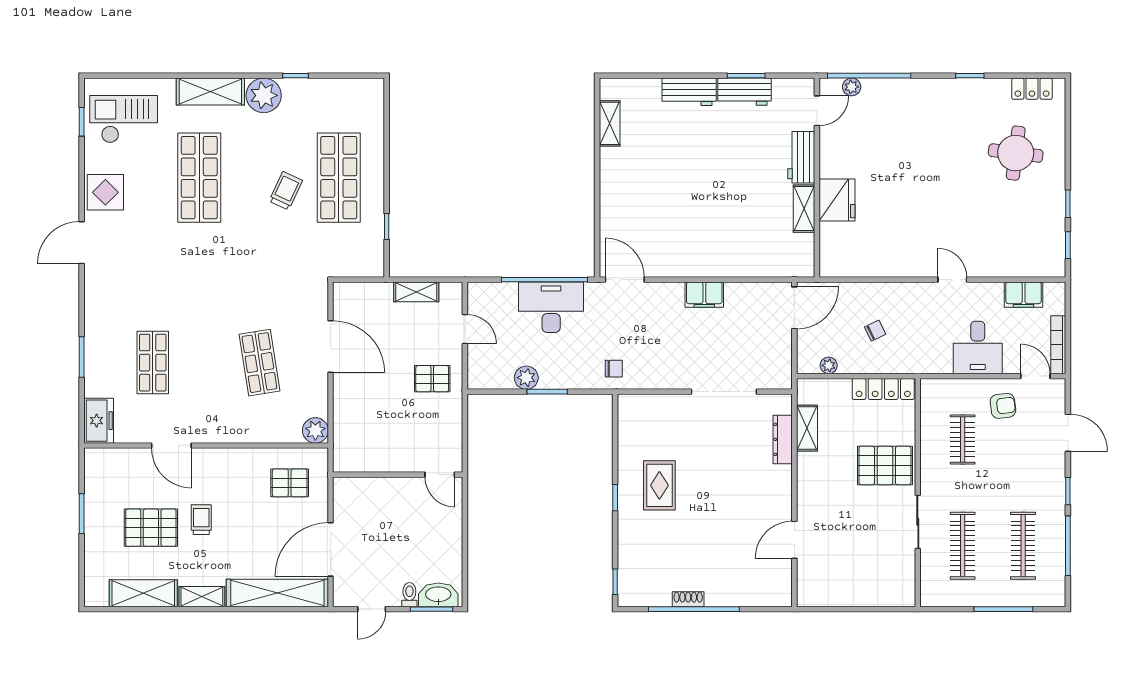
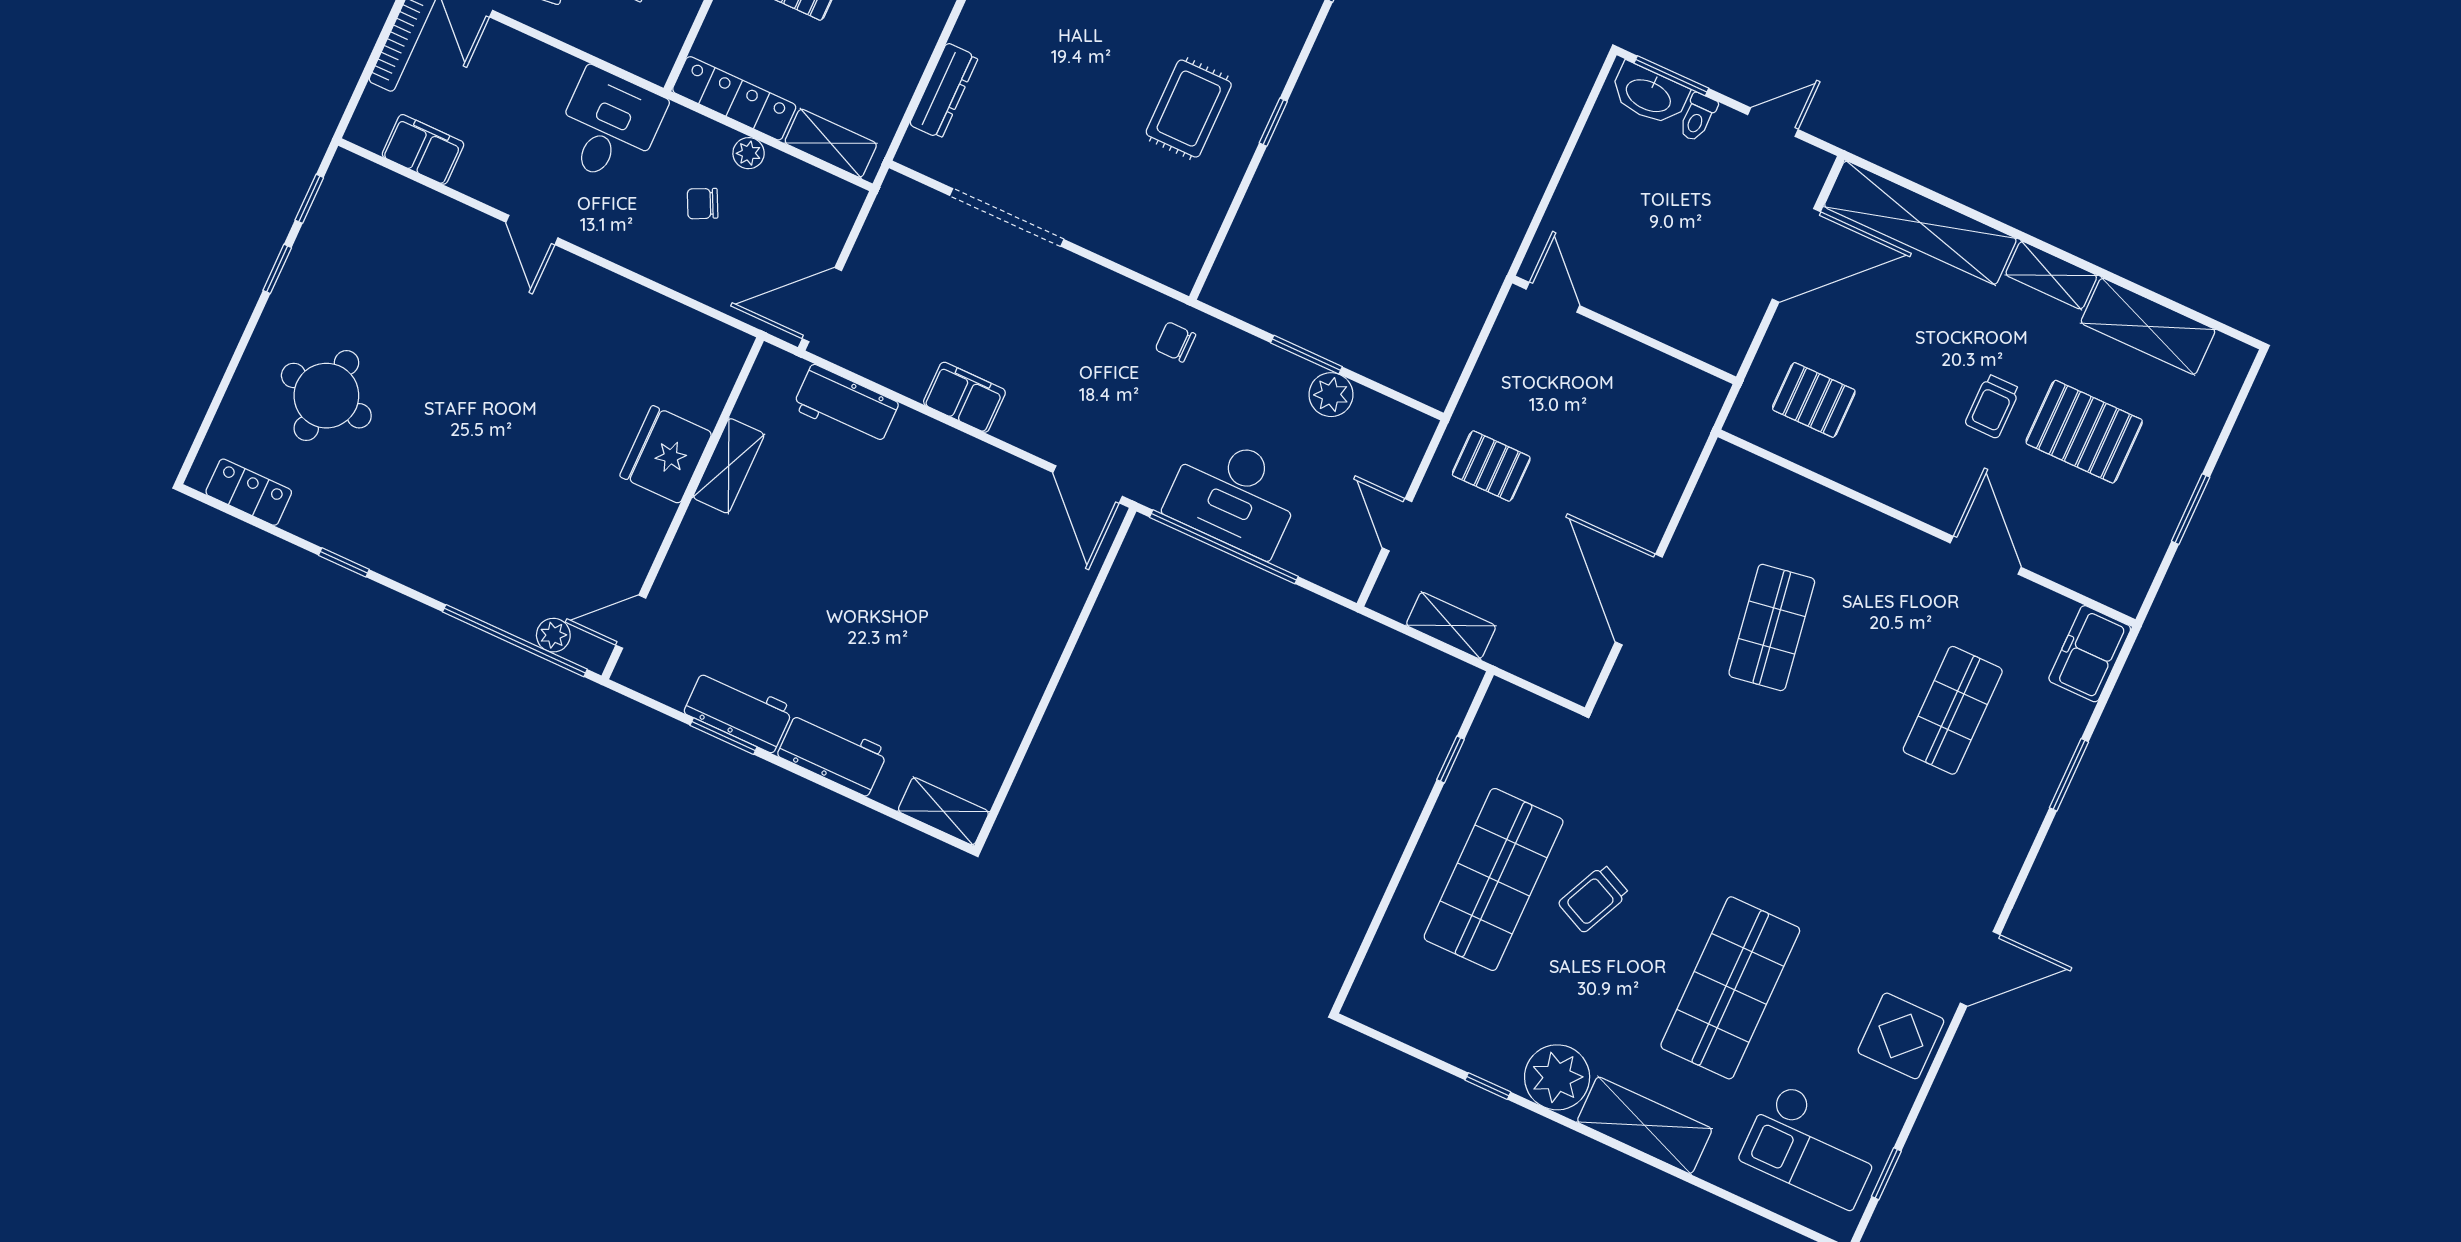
shelving: (610, 123) -> (943, 811), moved, turned 90
workbench: (801, 157) -> (846, 406), moved, turned 90
desk: (978, 347) -> (609, 126), moved
plant: (829, 365) -> (749, 153), moved
shelving: (807, 428) -> (831, 143), moved, turned 90
plant: (315, 430) -> (1729, 469), removed

